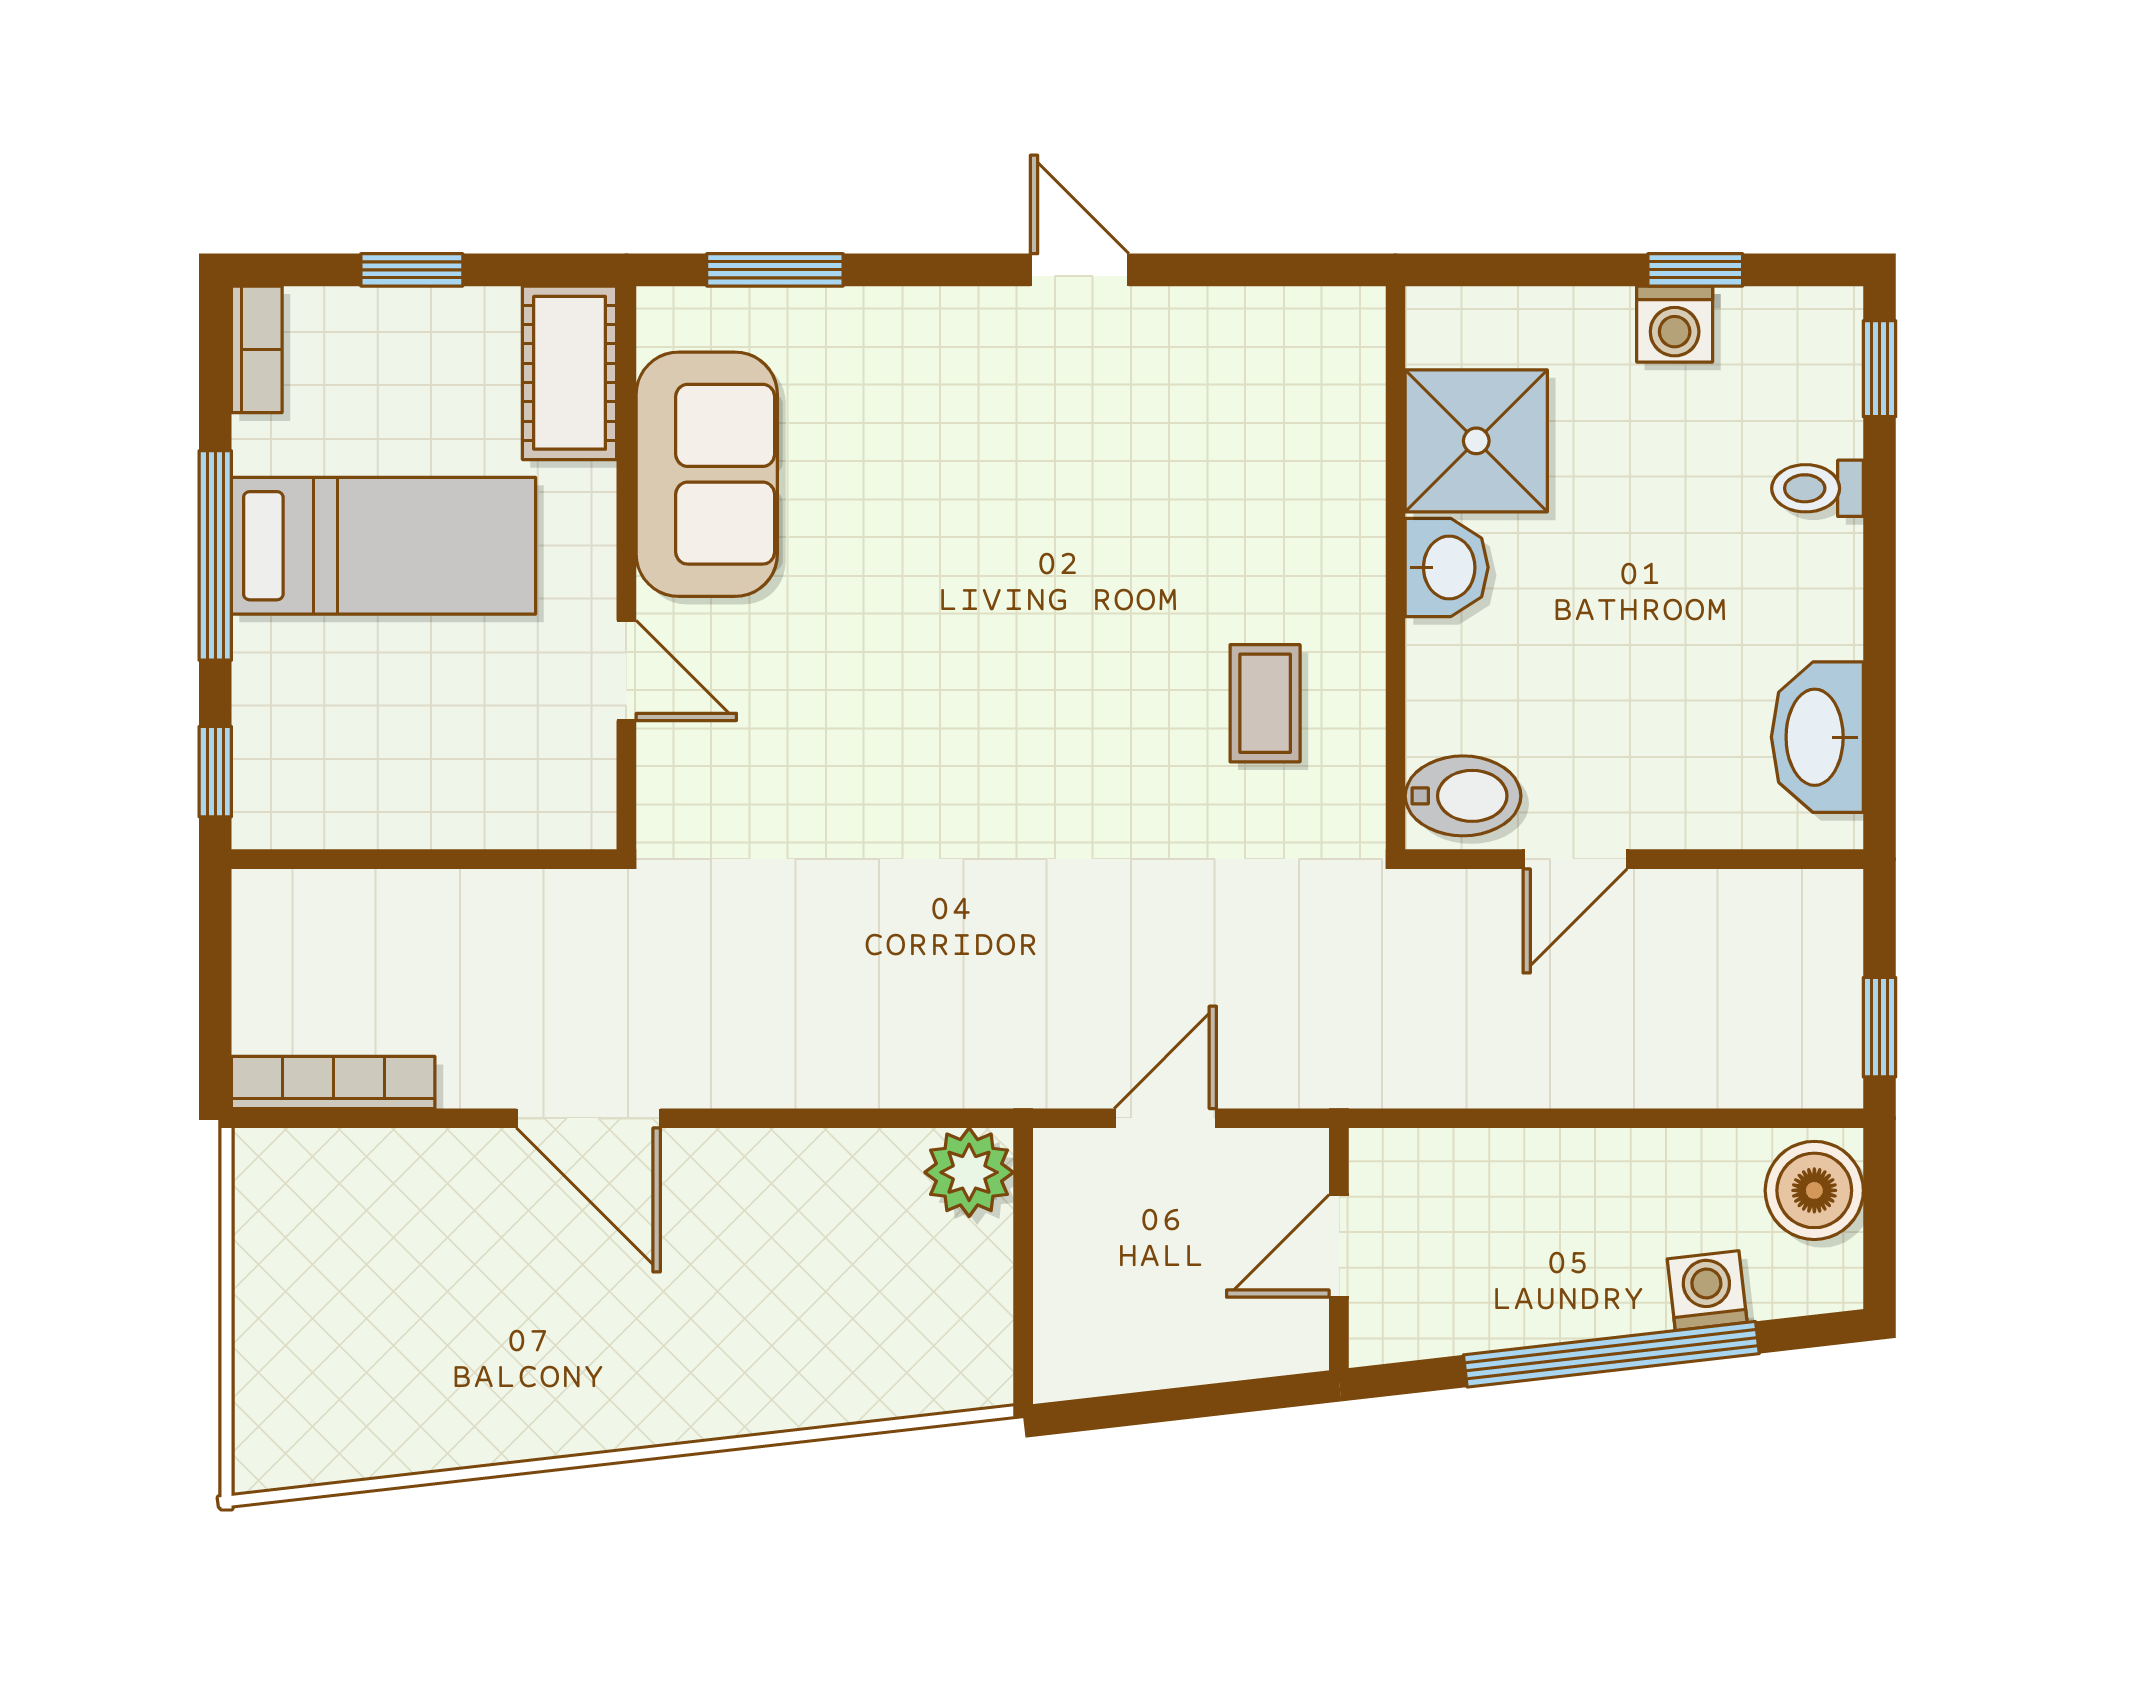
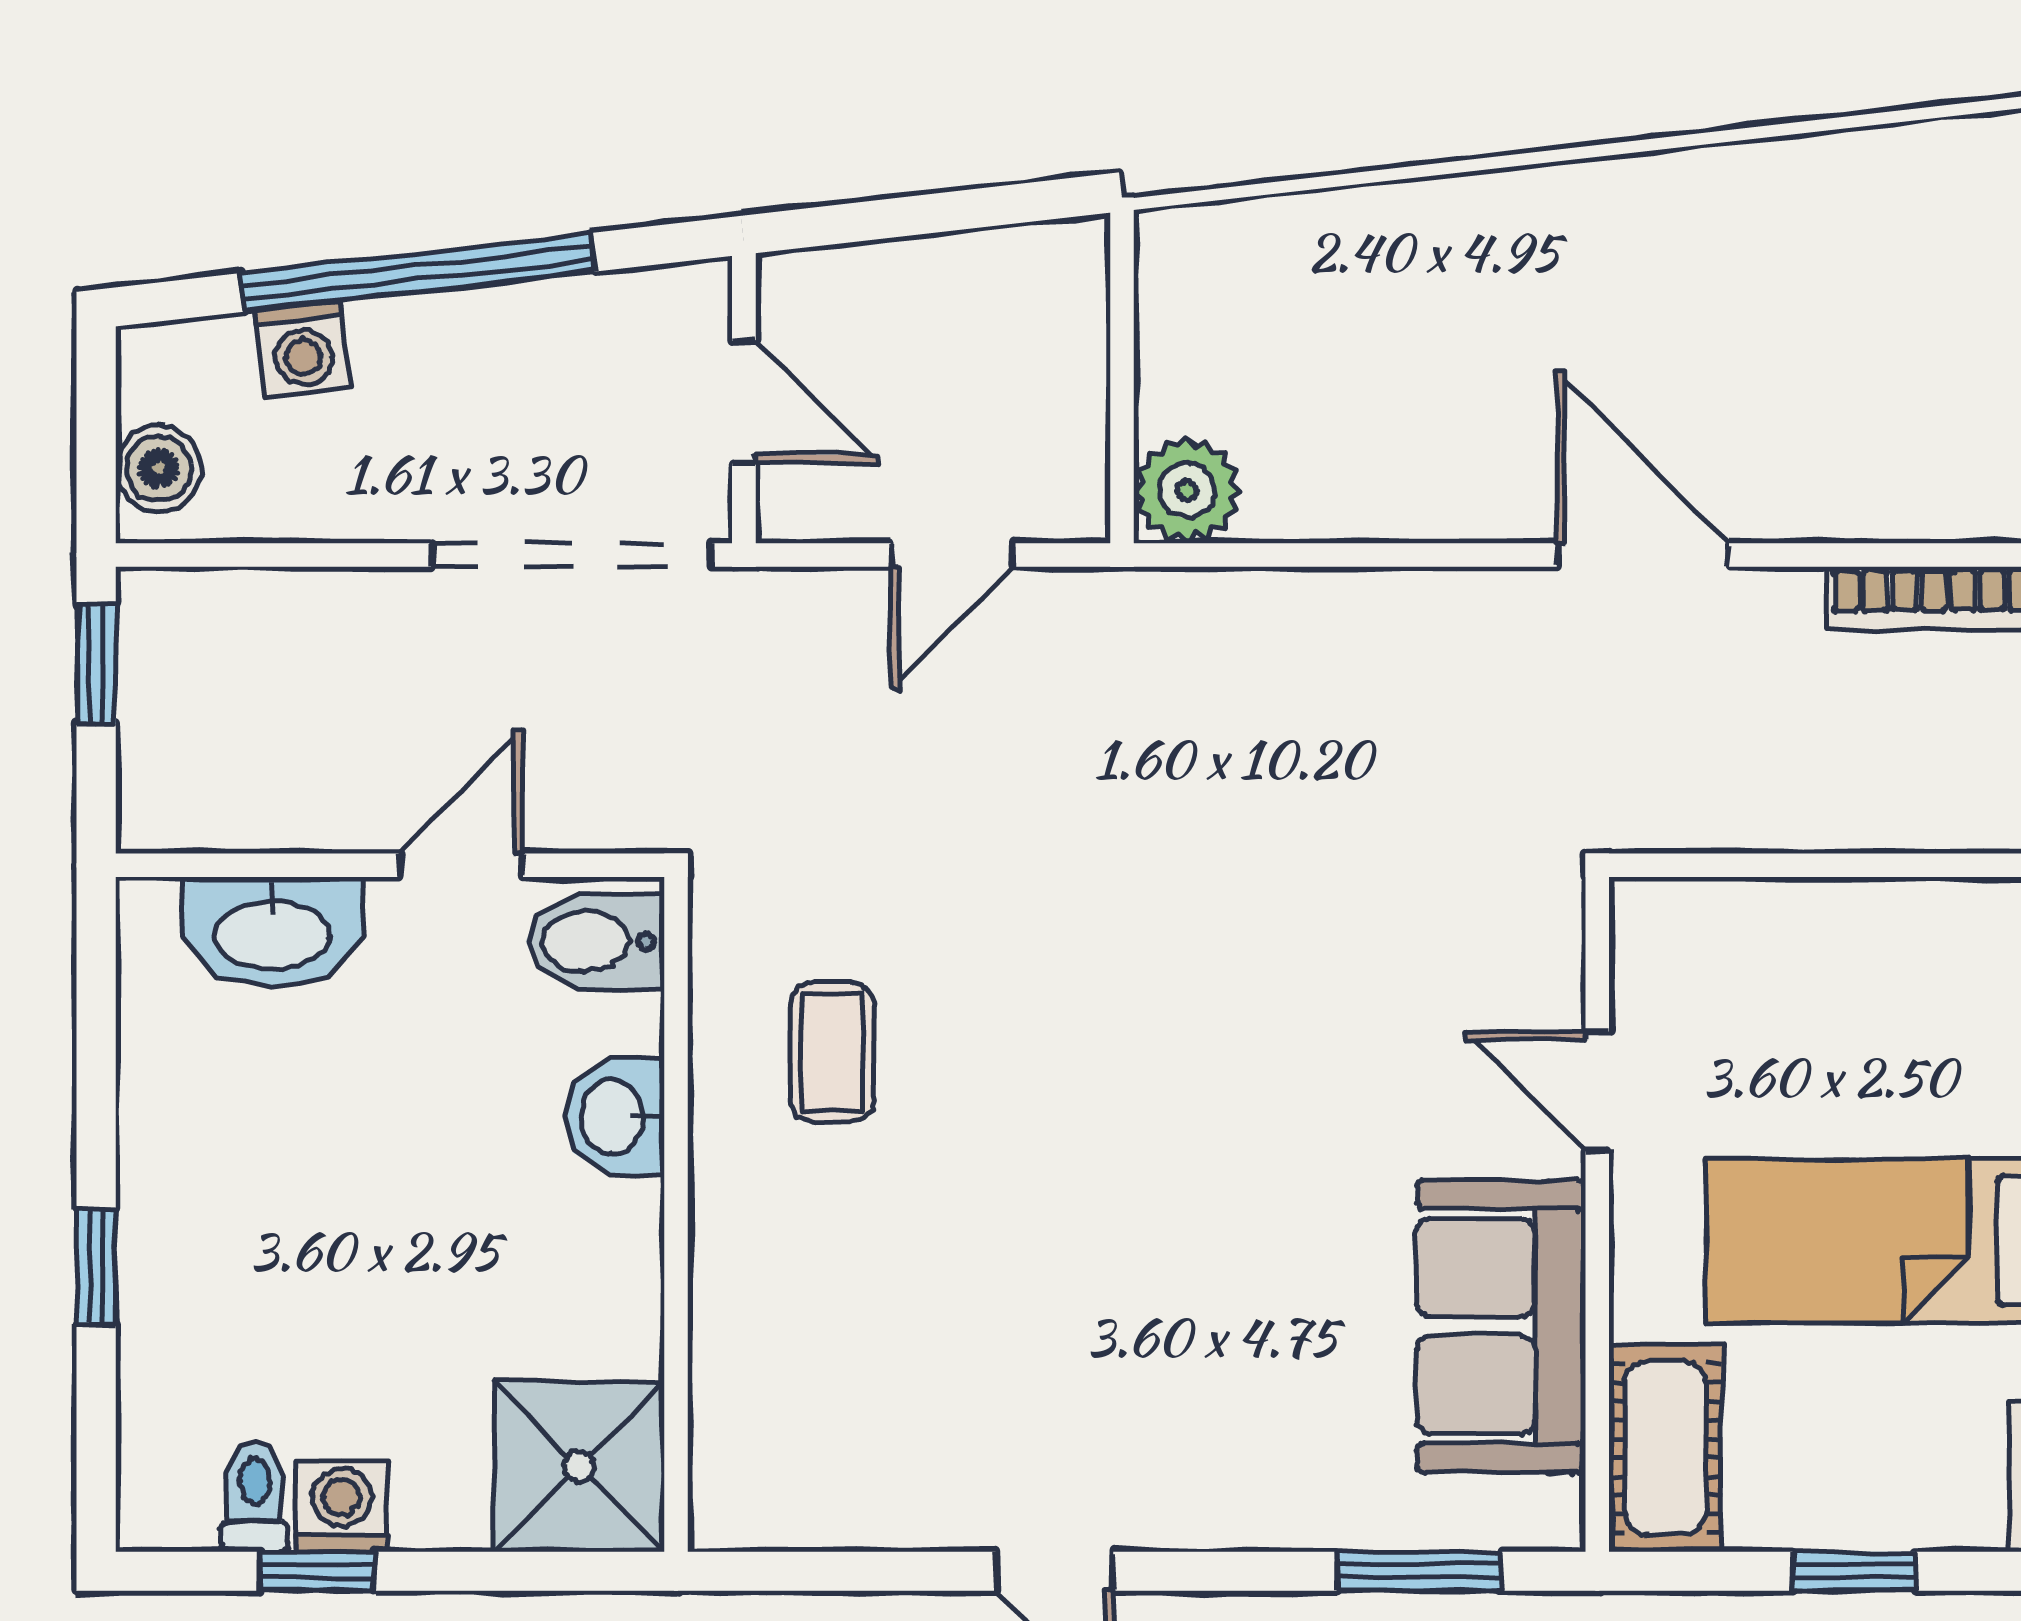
window: (1880, 369) -> (96, 1267), moved
shower: (1476, 441) -> (579, 1467), moved
toilet: (1818, 488) -> (255, 1497), moved, turned -90
washbasin: (1447, 567) -> (615, 1117), moved
washbasin: (1817, 737) -> (272, 932), moved, turned 90
doorway: (1483, 1118) -> (572, 555), added
boiler: (1814, 1190) -> (159, 469), width x0.73, depth x0.73
door: (1339, 1246) -> (744, 402), hinge flipped

